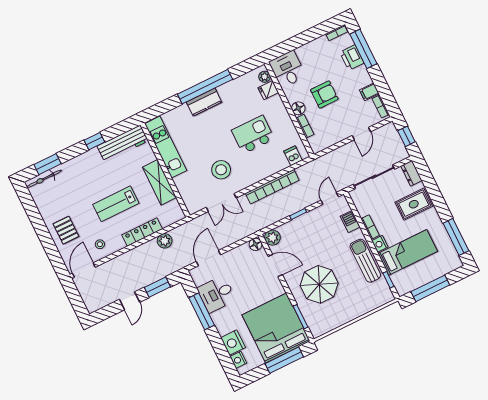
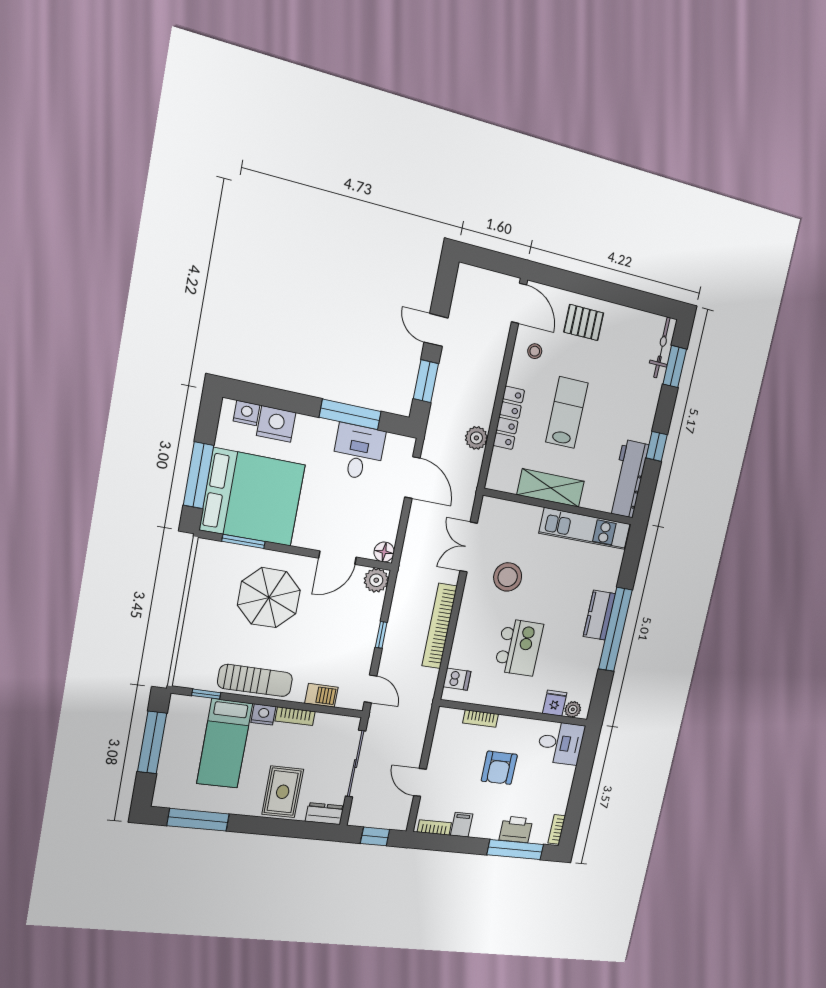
floor lamp: (298, 108) -> (507, 725), removed

